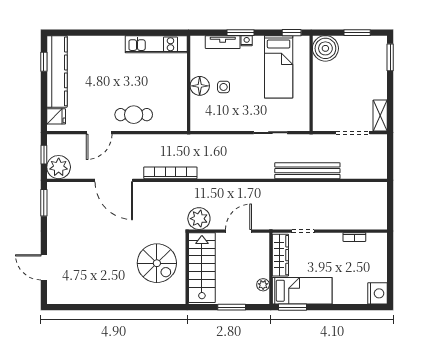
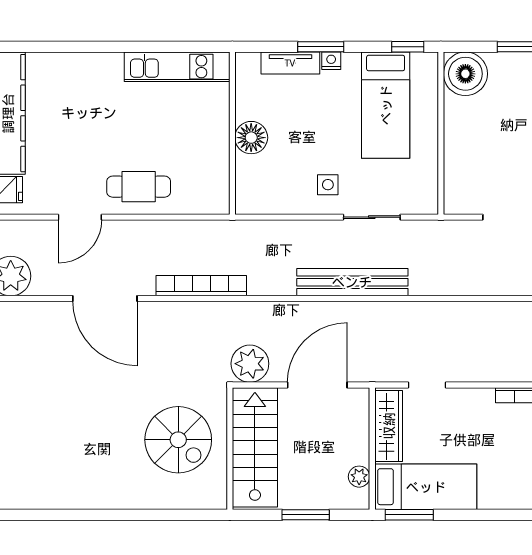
side table: (224, 87) -> (328, 185), moved
bench: (307, 171) -> (352, 282), moved
door: (238, 231) -> (317, 385), width x1.36

